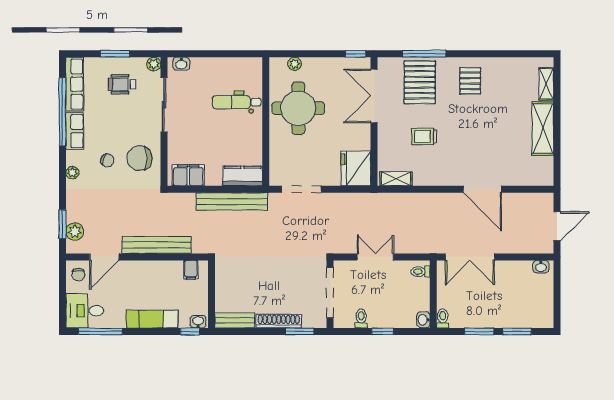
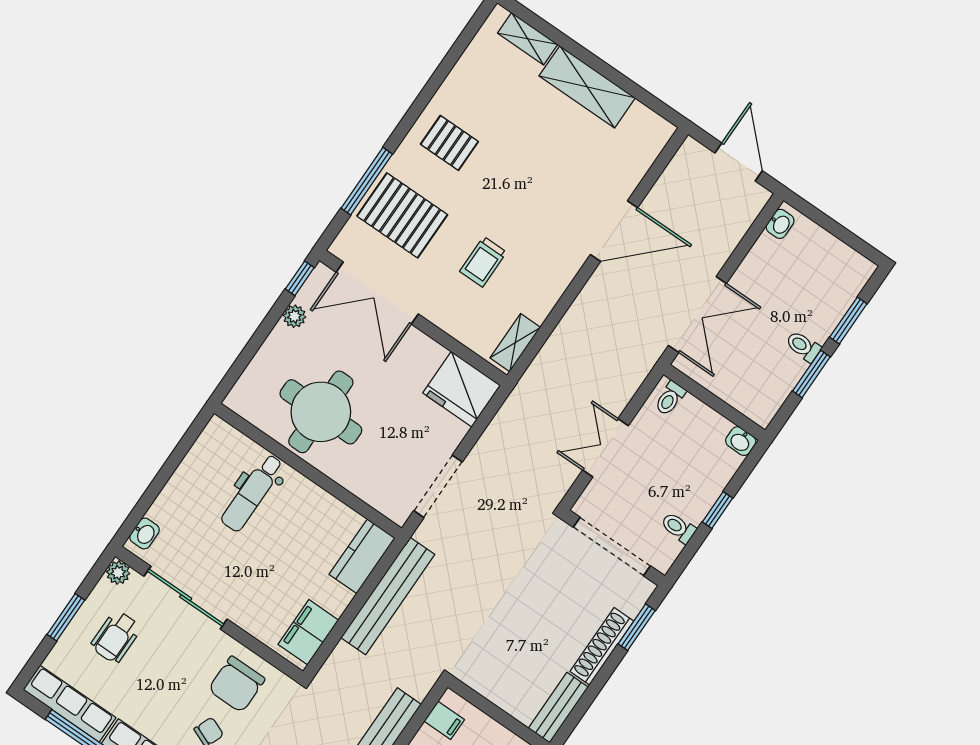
plant: (294, 64) -> (294, 316), moved
toilet: (443, 318) -> (803, 346), moved

